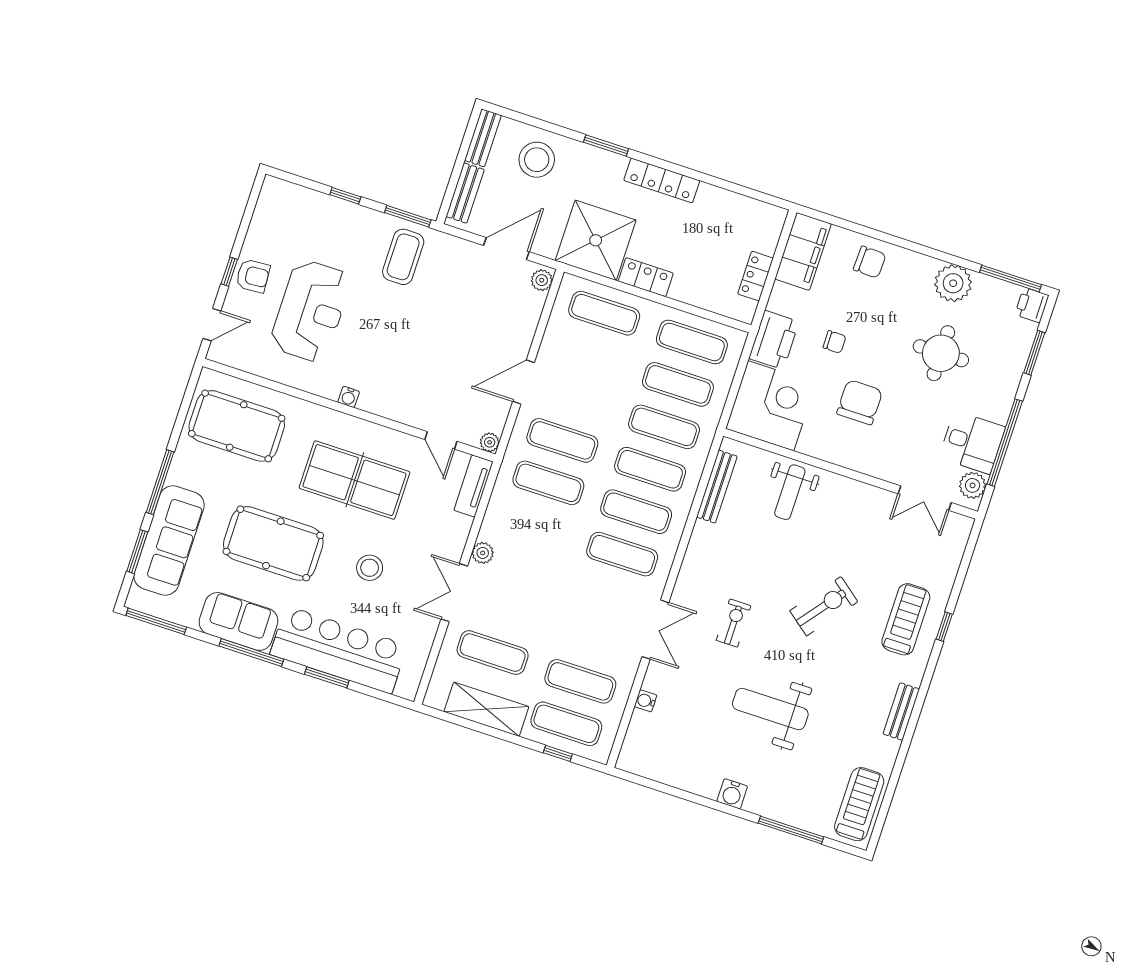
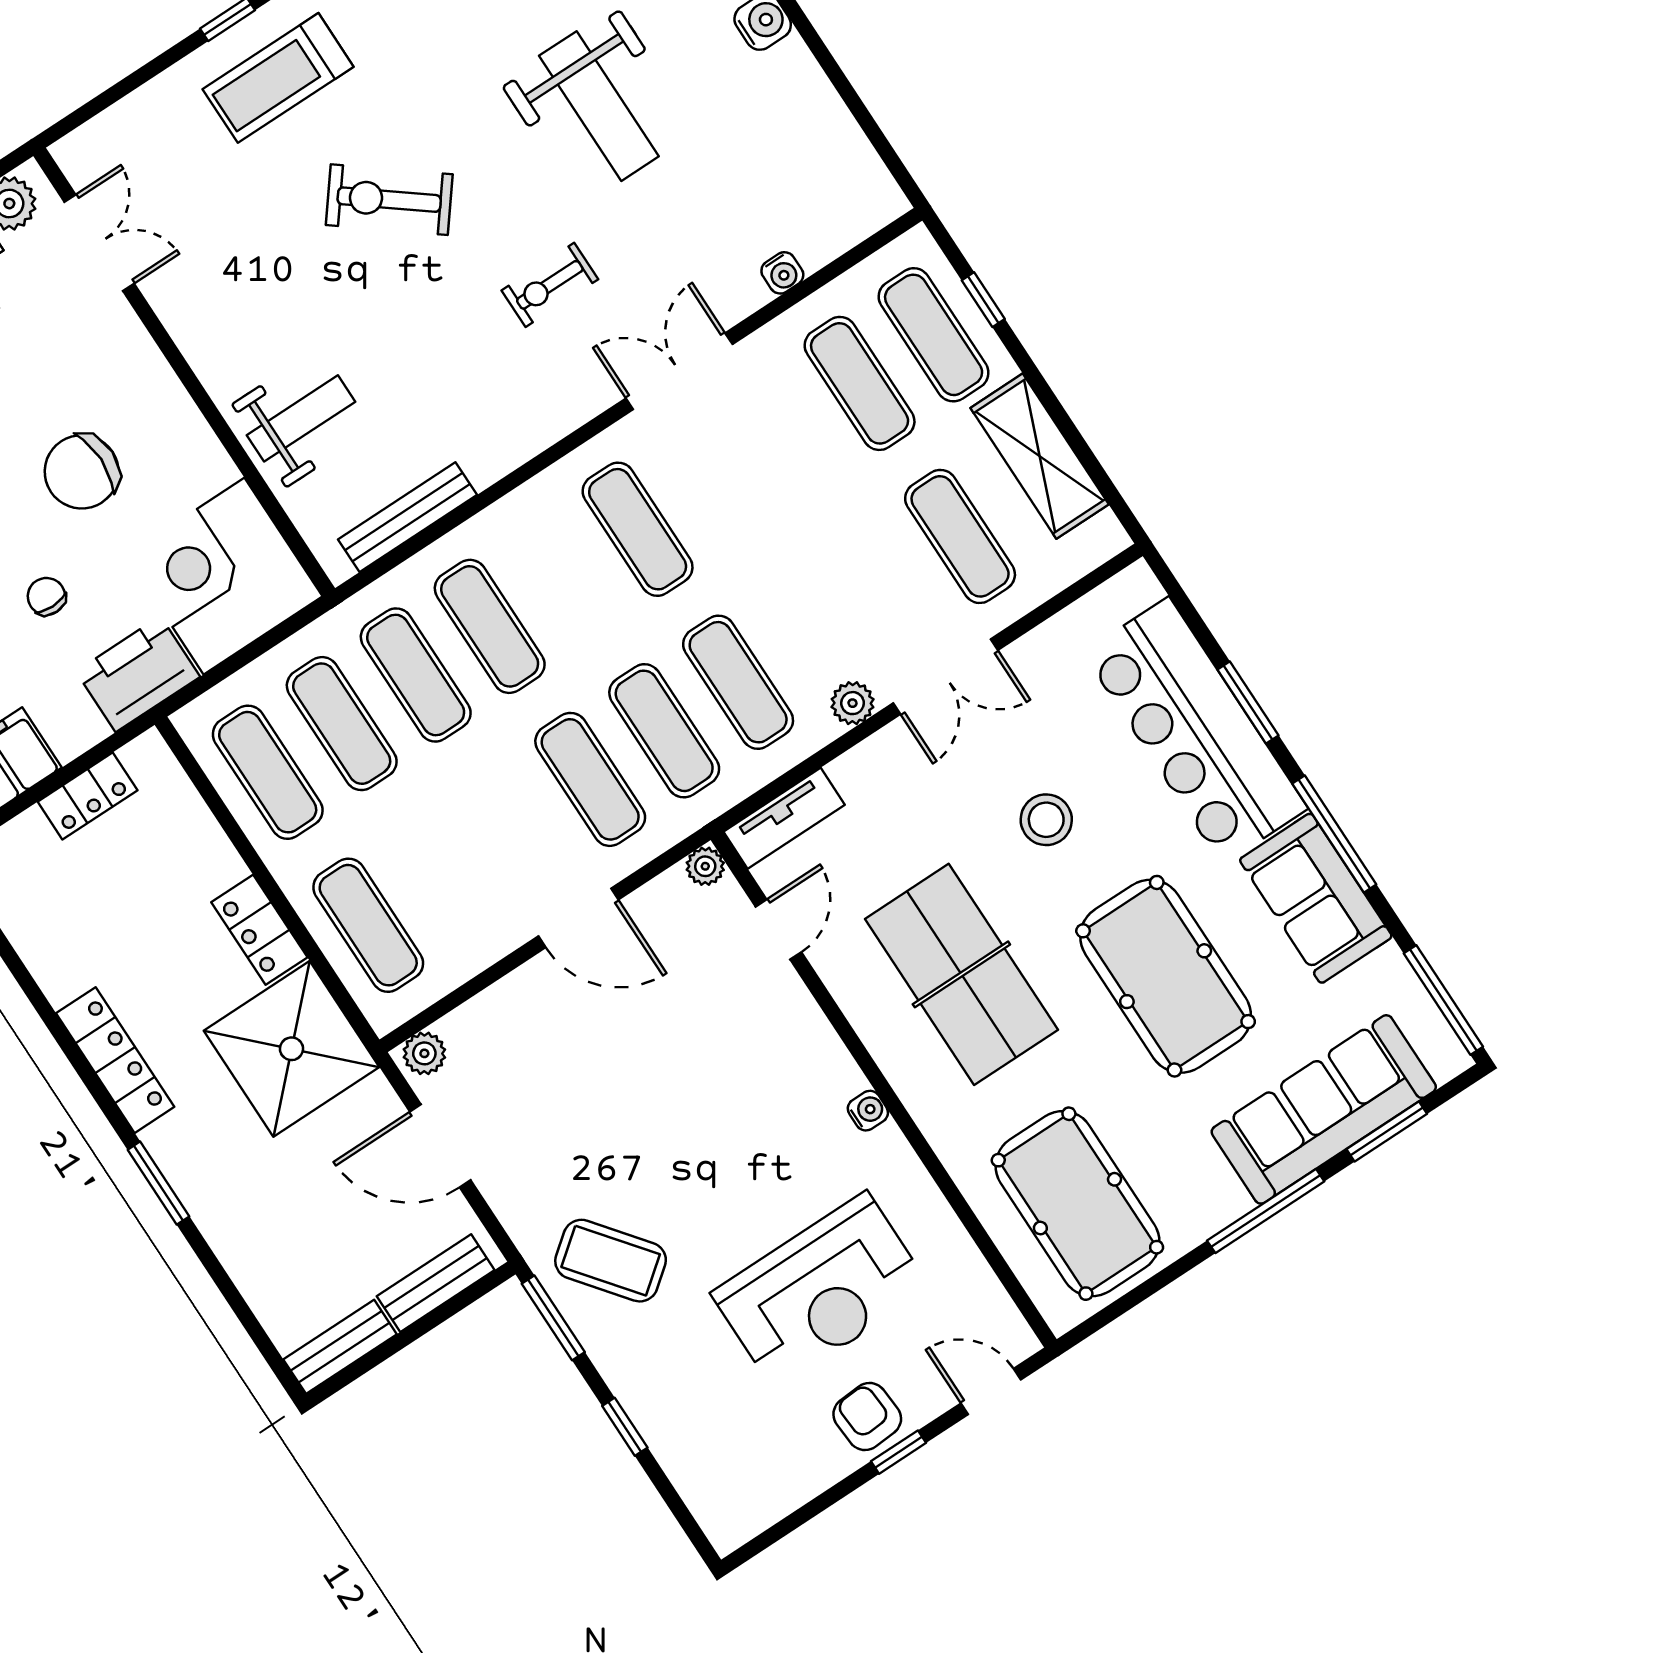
stool: (537, 160) -> (283, 1247), removed
coffee table: (403, 257) -> (611, 1261), turned 52
reception desk: (311, 311) -> (821, 1291), turned 180
exercise mat: (636, 512) -> (738, 682), moved

